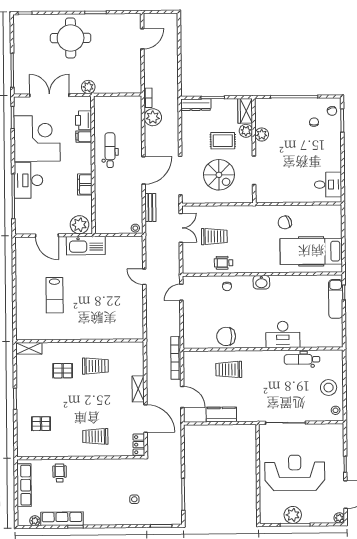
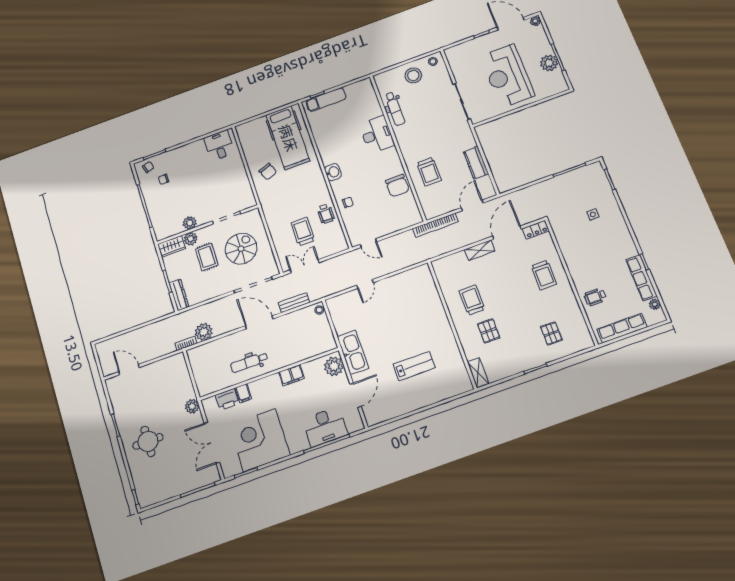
round table: (71, 38) -> (148, 441), width x0.73, depth x0.73
desk: (28, 180) -> (325, 427), moved

